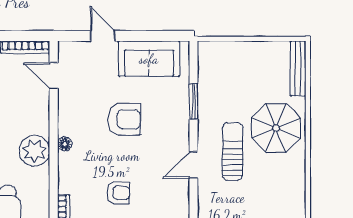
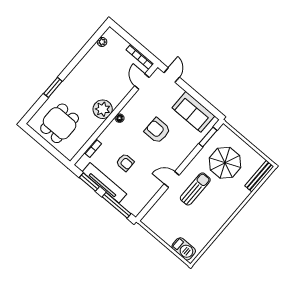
door: (103, 36) -> (172, 75), moved
window: (194, 101) -> (208, 137), moved
armchair: (124, 119) -> (157, 131), turned 180
parasol: (276, 128) -> (225, 163), moved

